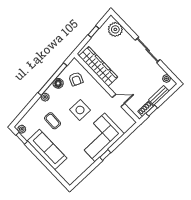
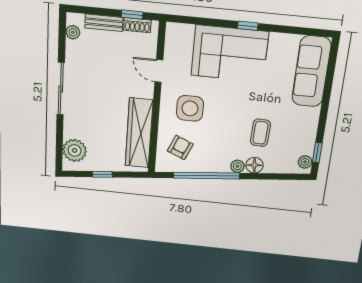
floor lamp: (58, 83) -> (254, 165), moved
side table: (80, 110) -> (190, 108), moved
sofa: (47, 150) -> (311, 72), moved

